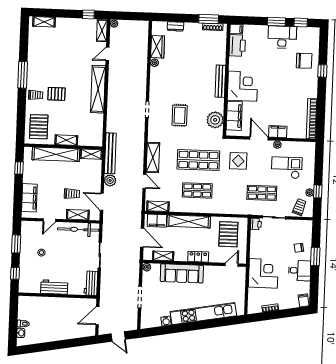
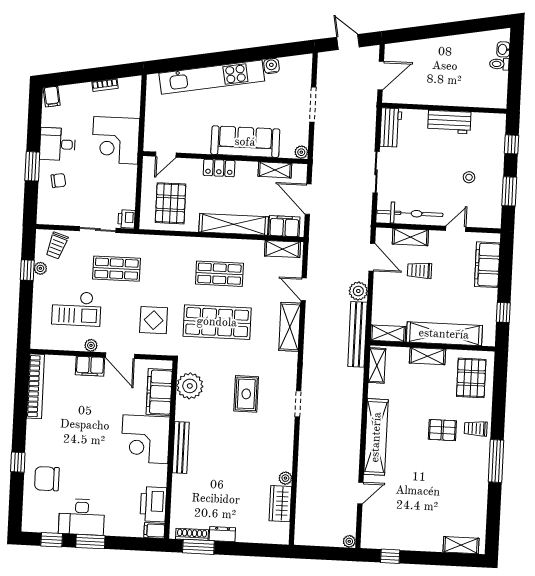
dresser: (175, 26) -> (222, 534), moved
shelving: (102, 31) -> (377, 365), moved

